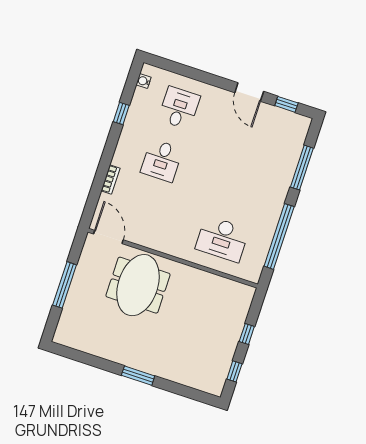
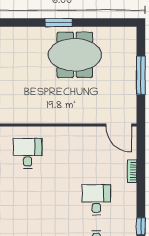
desk: (222, 239) -> (28, 153), width x0.73
meeting table: (138, 285) -> (75, 55), moved, turned 90

